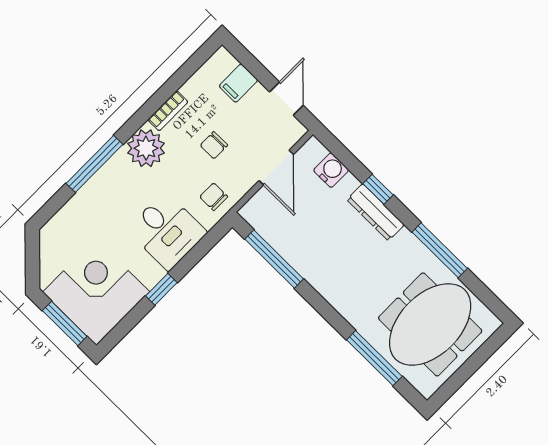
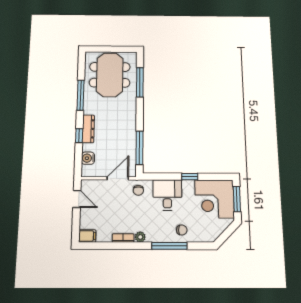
filing cabinet: (238, 83) -> (87, 236), moved
door: (286, 99) -> (77, 199), swing flipped
chair: (214, 145) -> (182, 230), moved
plant: (146, 148) -> (140, 237), width x0.53, depth x0.53
door: (276, 168) -> (118, 178), moved
meeting table: (430, 324) -> (110, 75), turned 90

